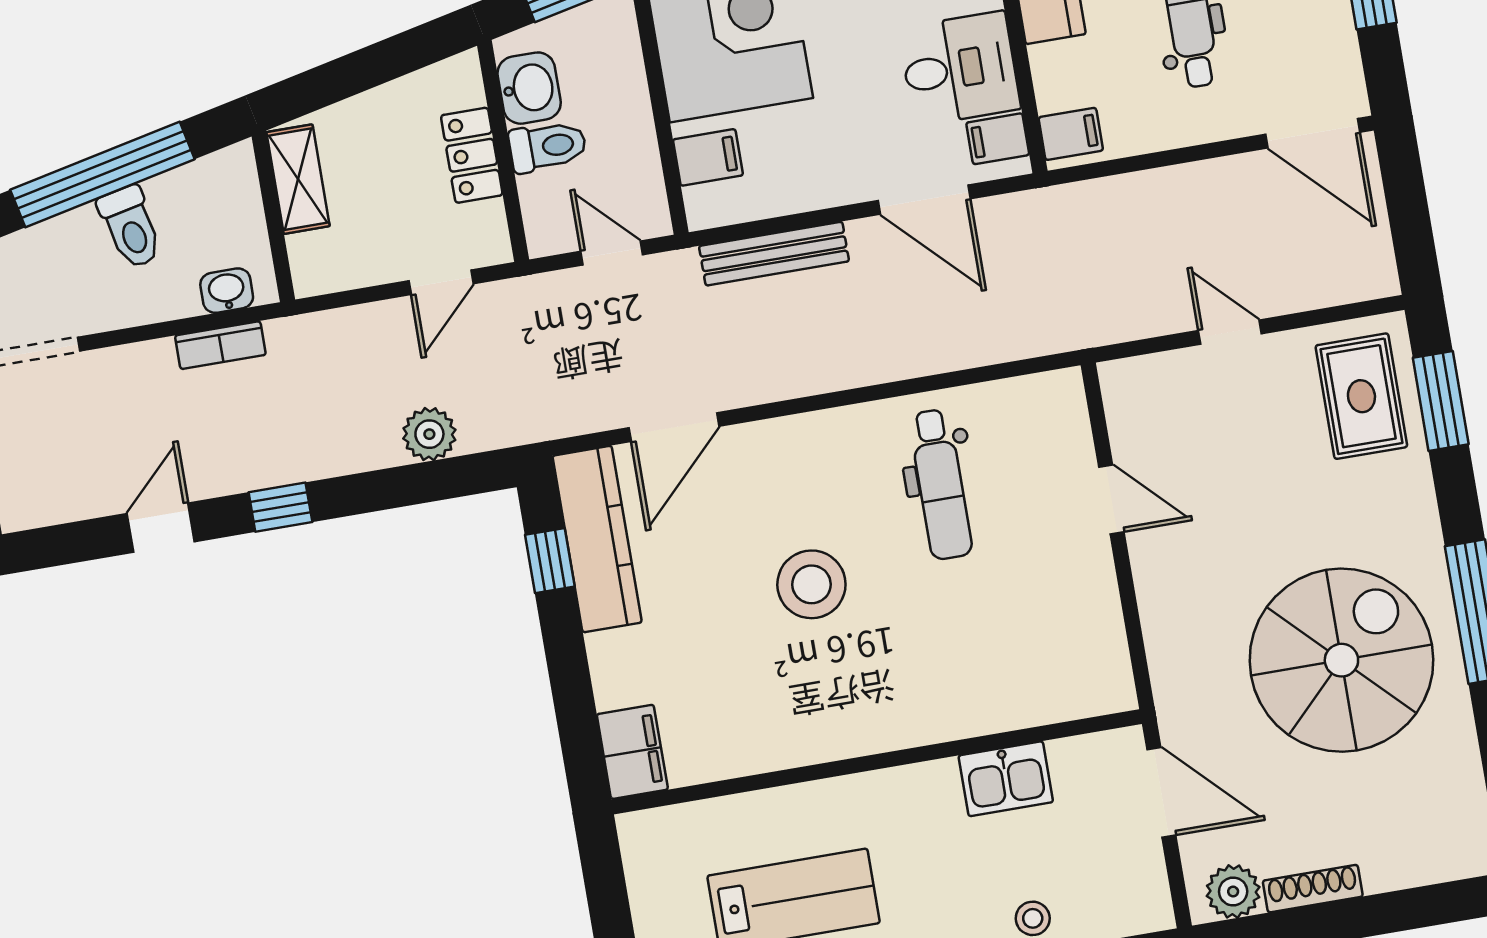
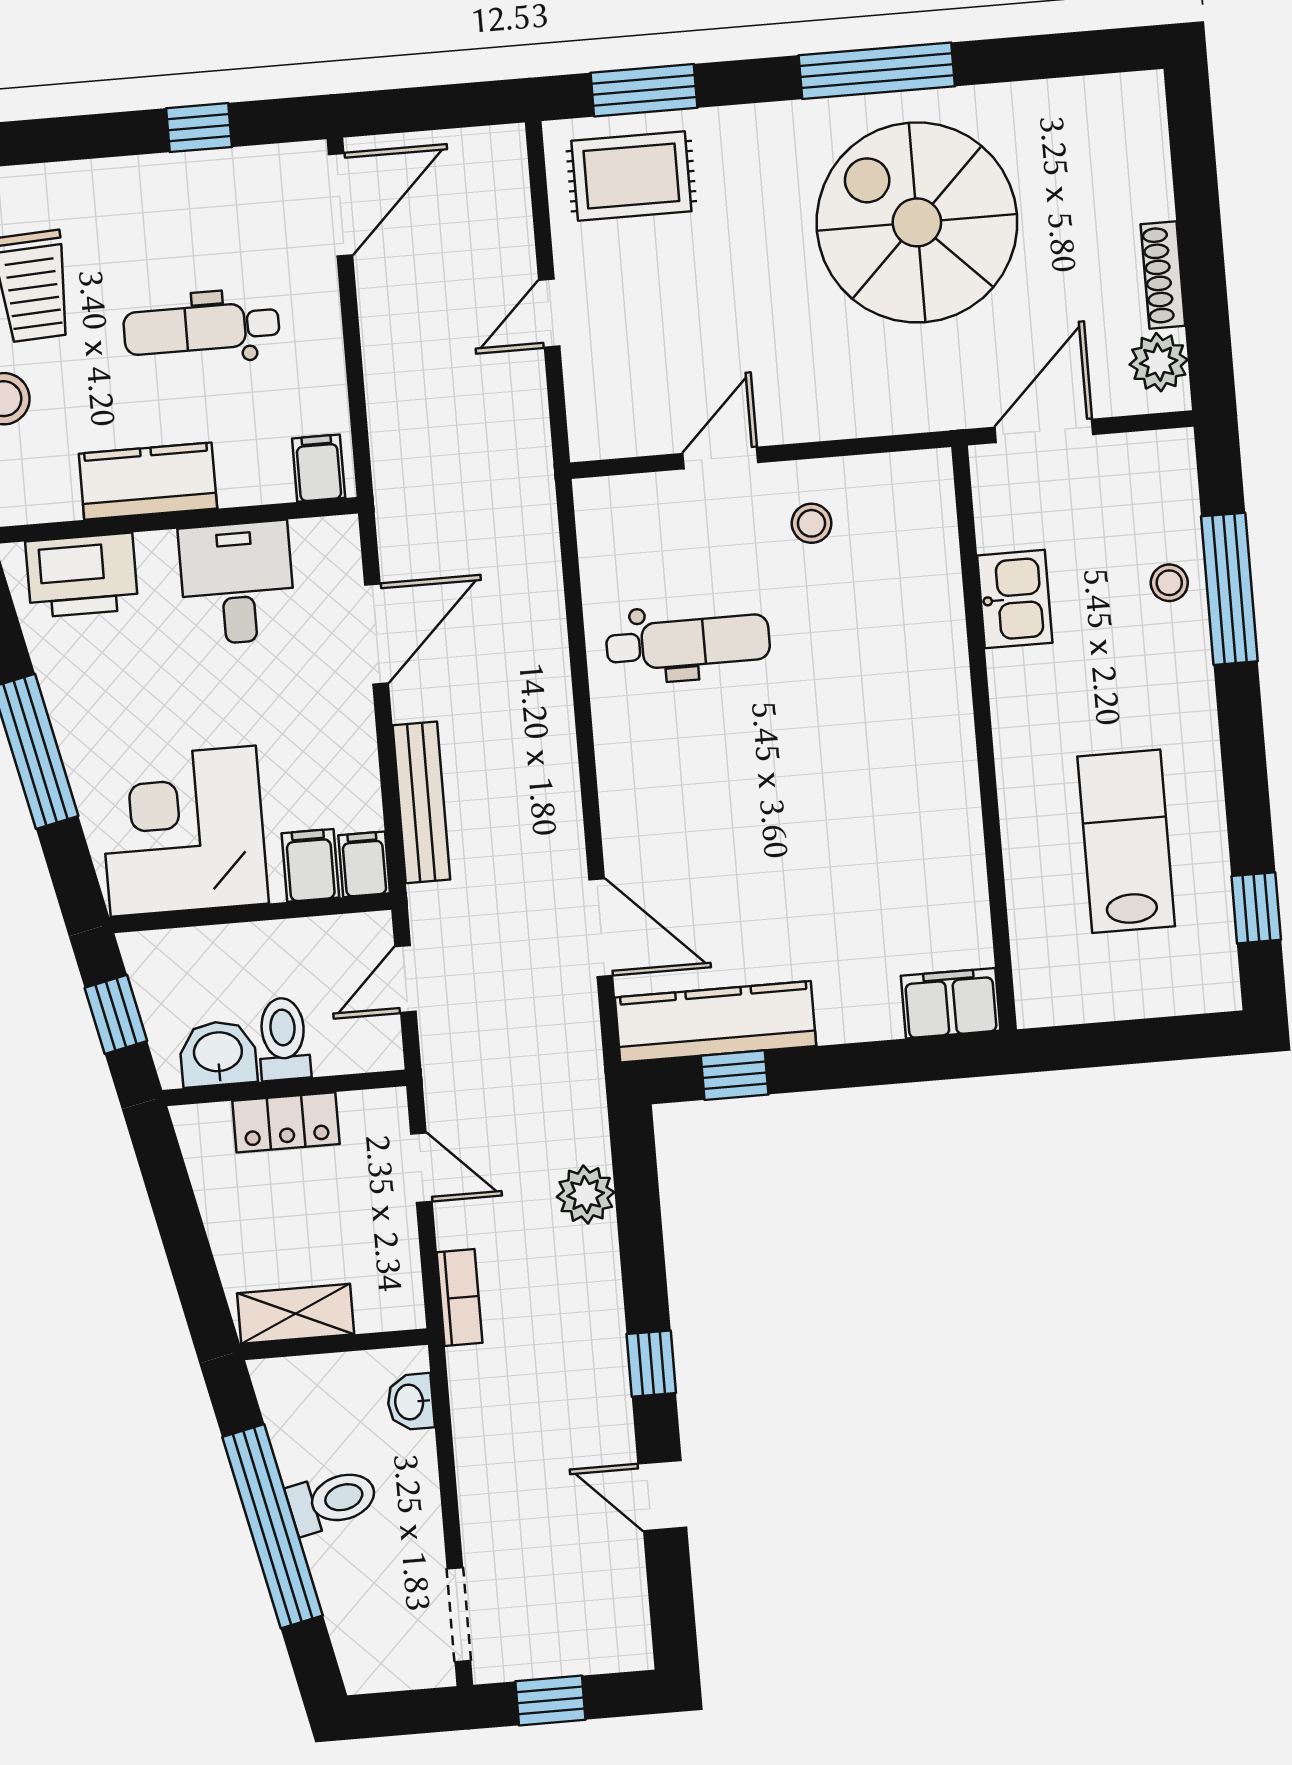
filing cabinet: (998, 139) -> (364, 864), moved, turned 180
bookcase: (220, 345) -> (460, 1297), moved
stool: (811, 584) -> (812, 523), moved, width x0.53, depth x0.53

